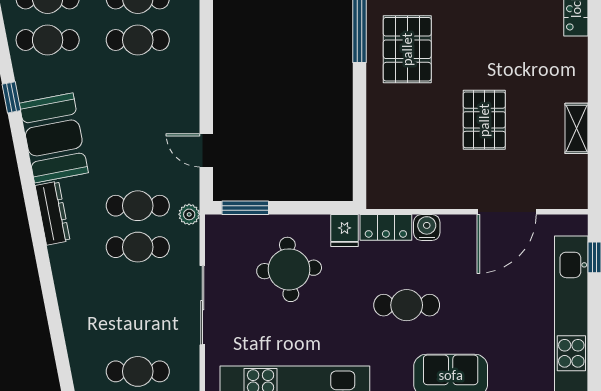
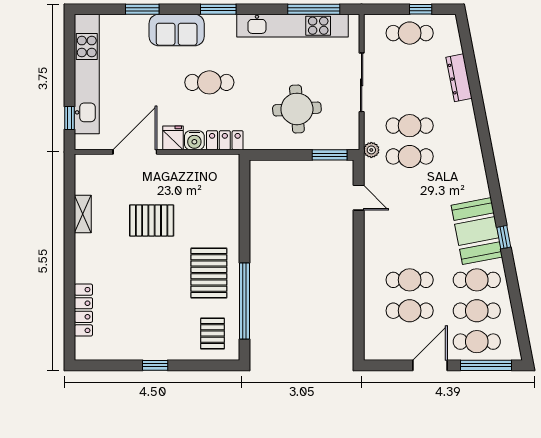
pallet: (484, 120) -> (152, 220), turned 90
booth: (54, 138) -> (477, 231), moved
dresser: (53, 213) -> (459, 78), moved
fridge: (344, 231) -> (173, 138), moved

